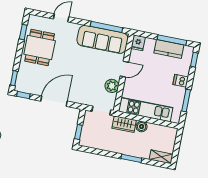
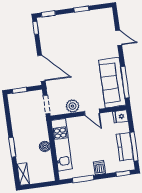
window: (23, 32) -> (81, 9), moved
dining table: (40, 47) -> (85, 27), removed
door: (54, 101) -> (41, 68), moved
wardrobe: (124, 124) -> (41, 130), removed

